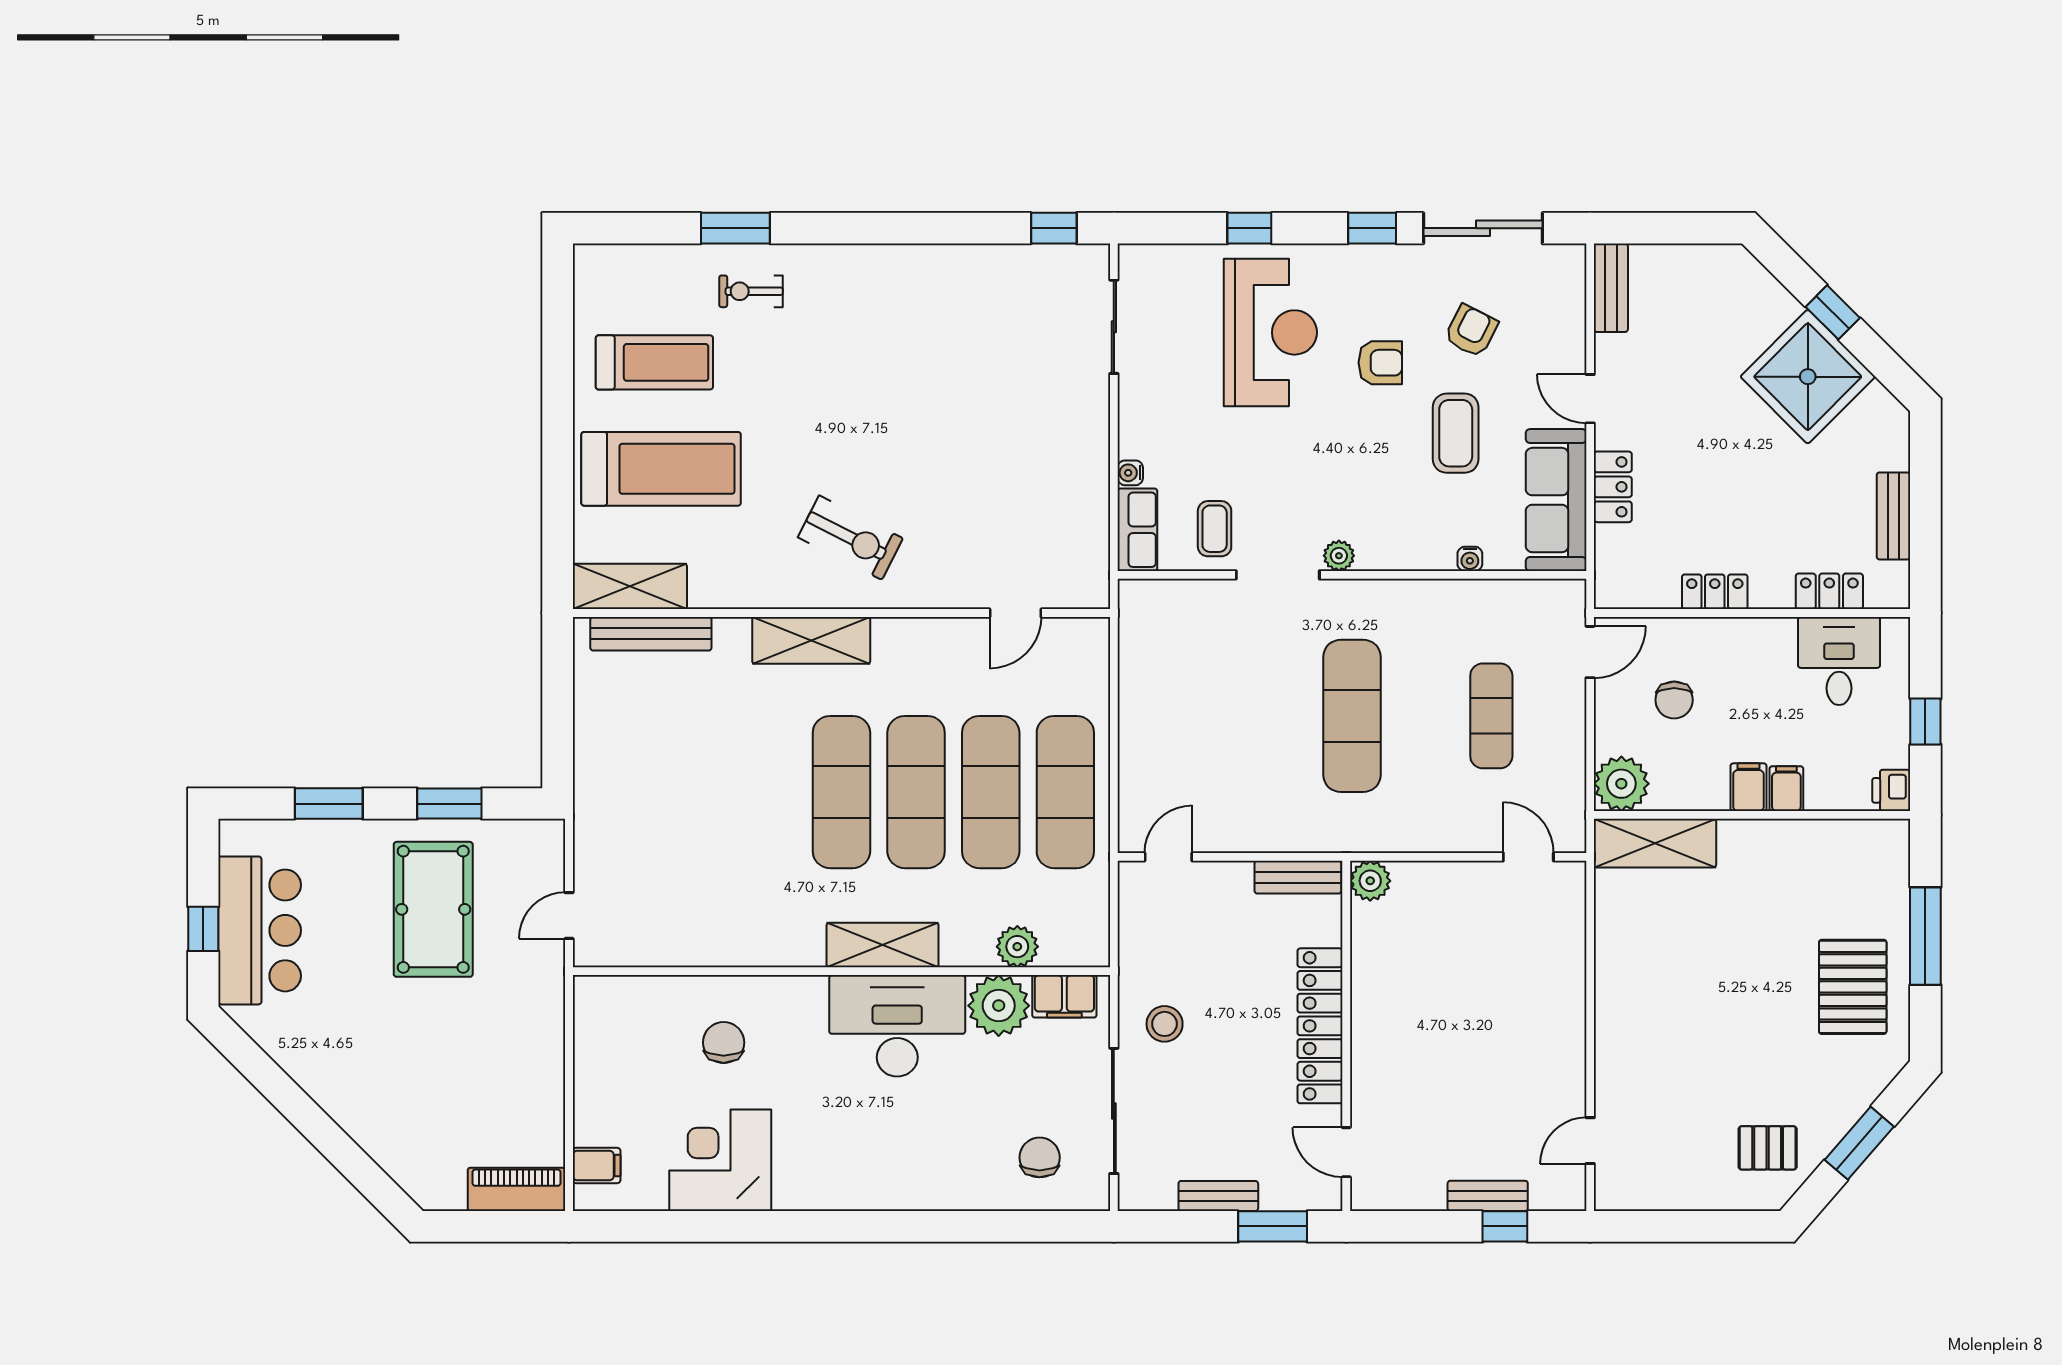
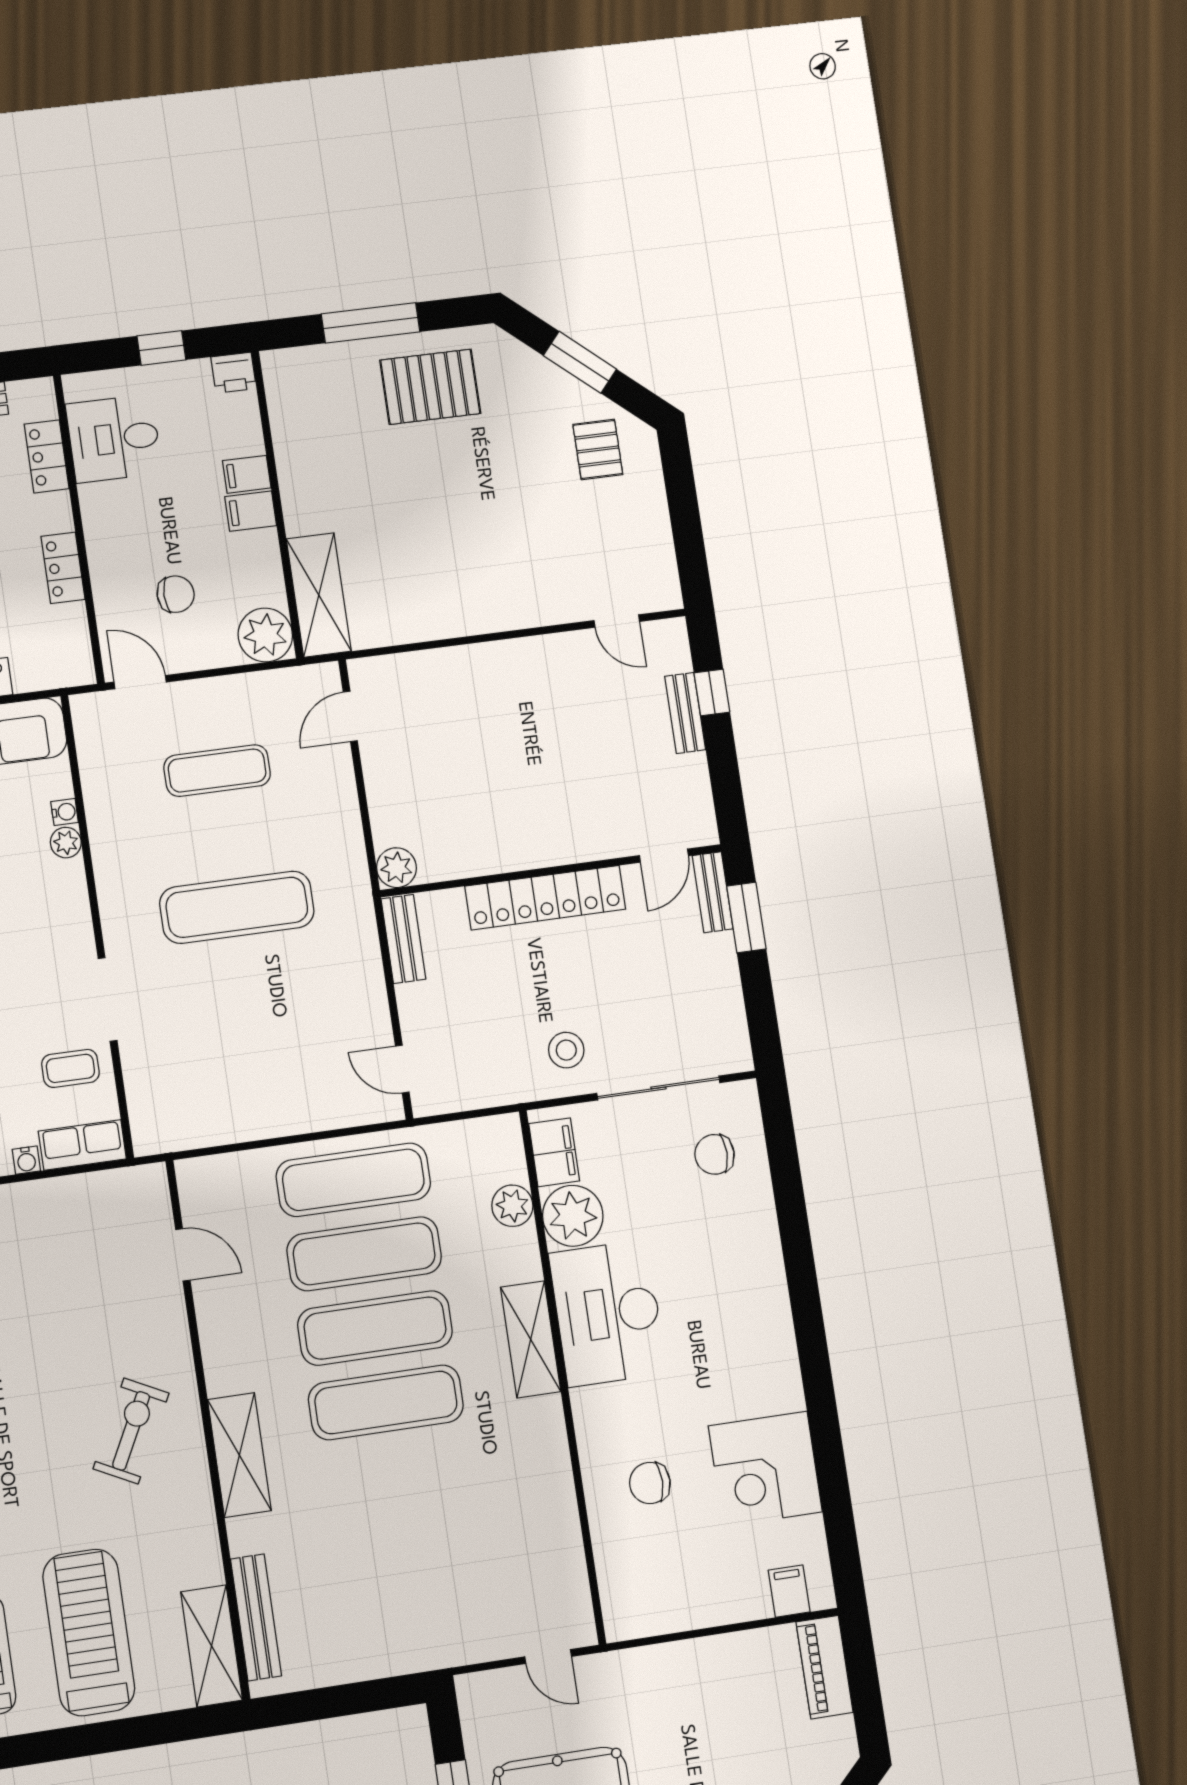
plant: (1339, 556) -> (66, 843), moved
bench: (1218, 1196) -> (713, 892), moved

